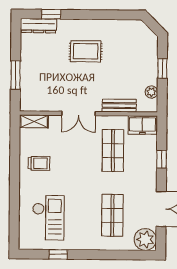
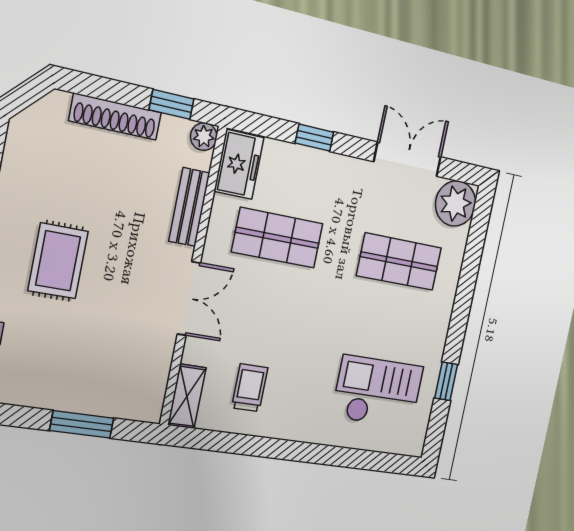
shoe rack: (152, 65) -> (115, 117), added
window: (162, 68) -> (171, 104), moved
plant: (151, 92) -> (204, 137), moved
trolley: (39, 163) -> (250, 388), moved

